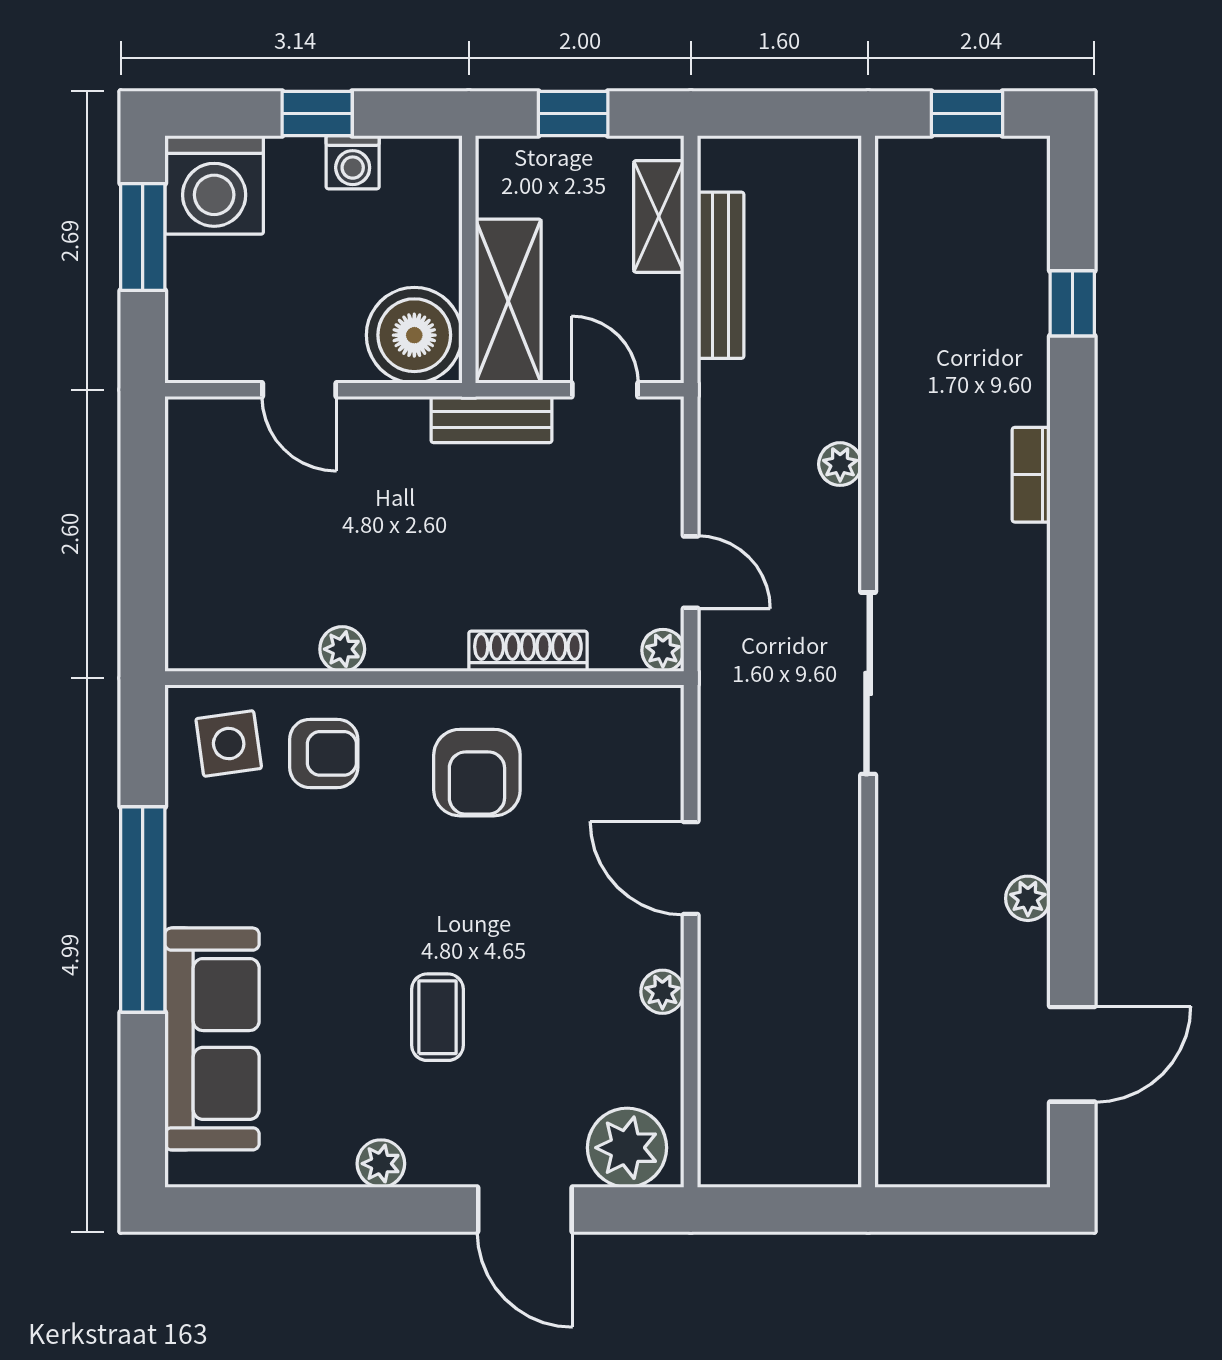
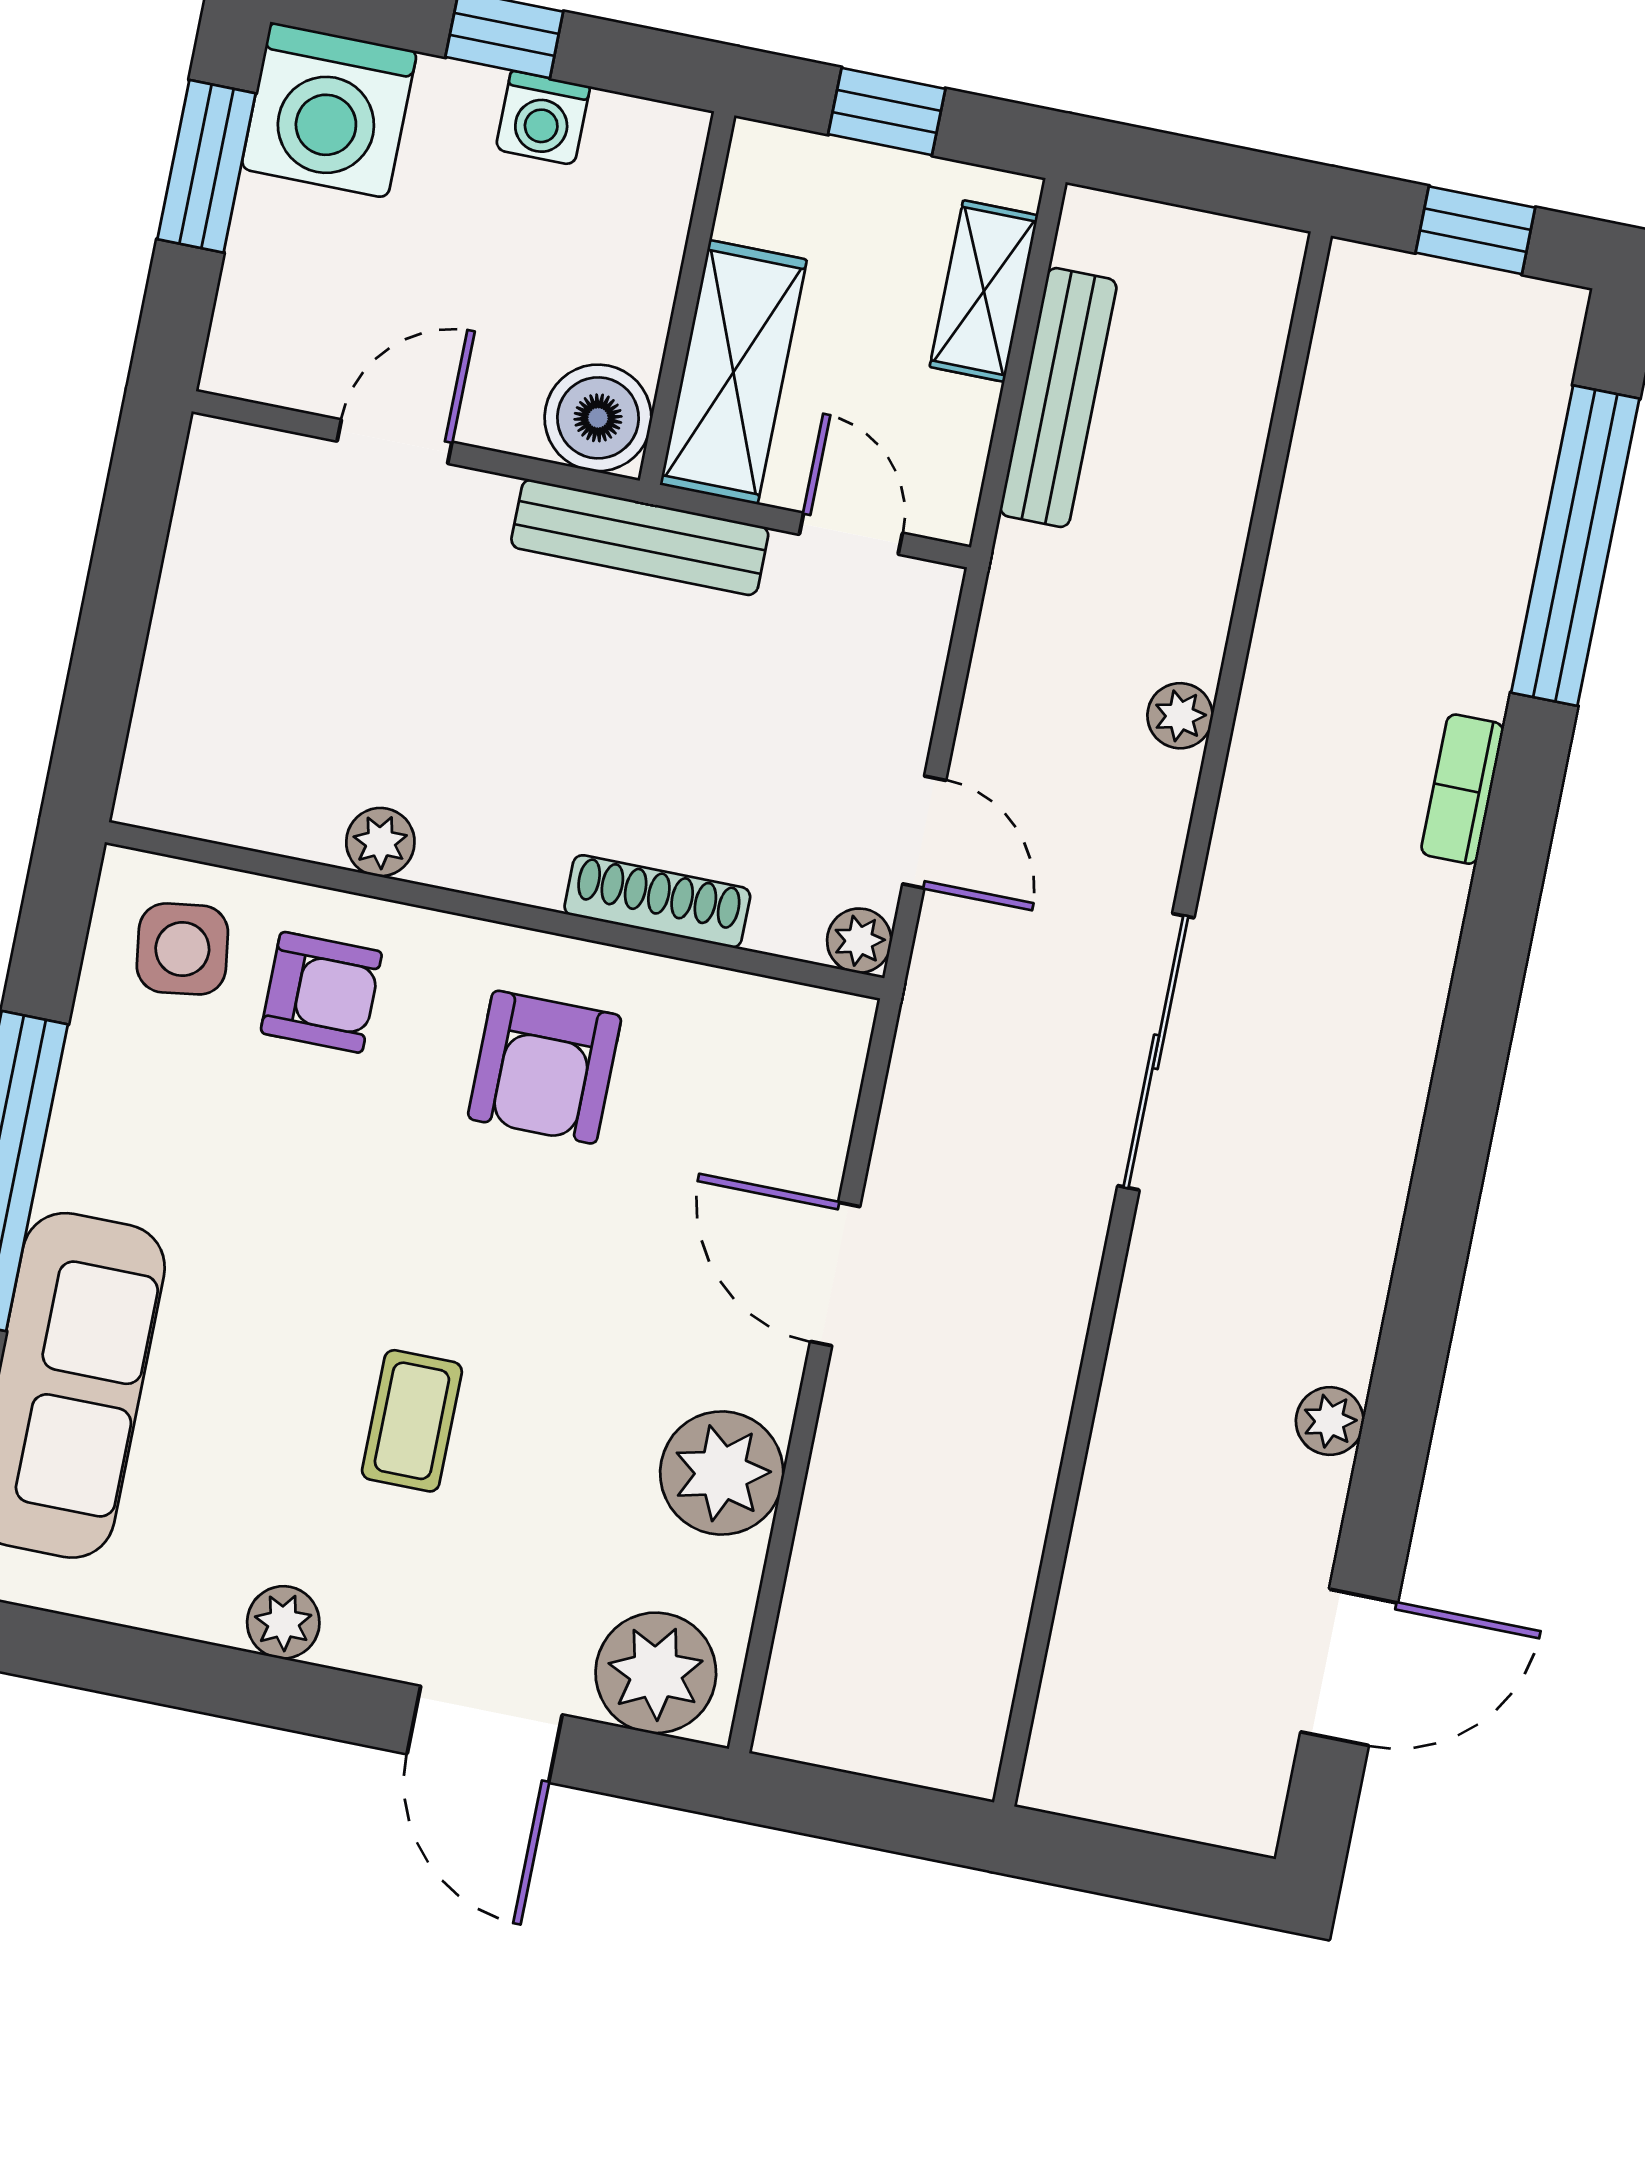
window: (1072, 303) -> (1575, 546), width x3.17
boiler: (414, 335) -> (598, 418), width x0.73, depth x0.73
door: (299, 390) -> (394, 442), swing flipped
bench: (491, 419) -> (640, 537), width x1.36
plant: (662, 992) -> (722, 1473), width x1.87, depth x1.87

